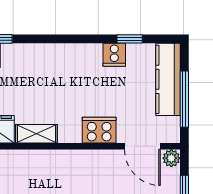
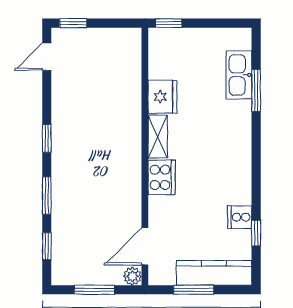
window: (184, 99) -> (194, 290), width x0.69
cooker: (99, 130) -> (162, 177), moved

